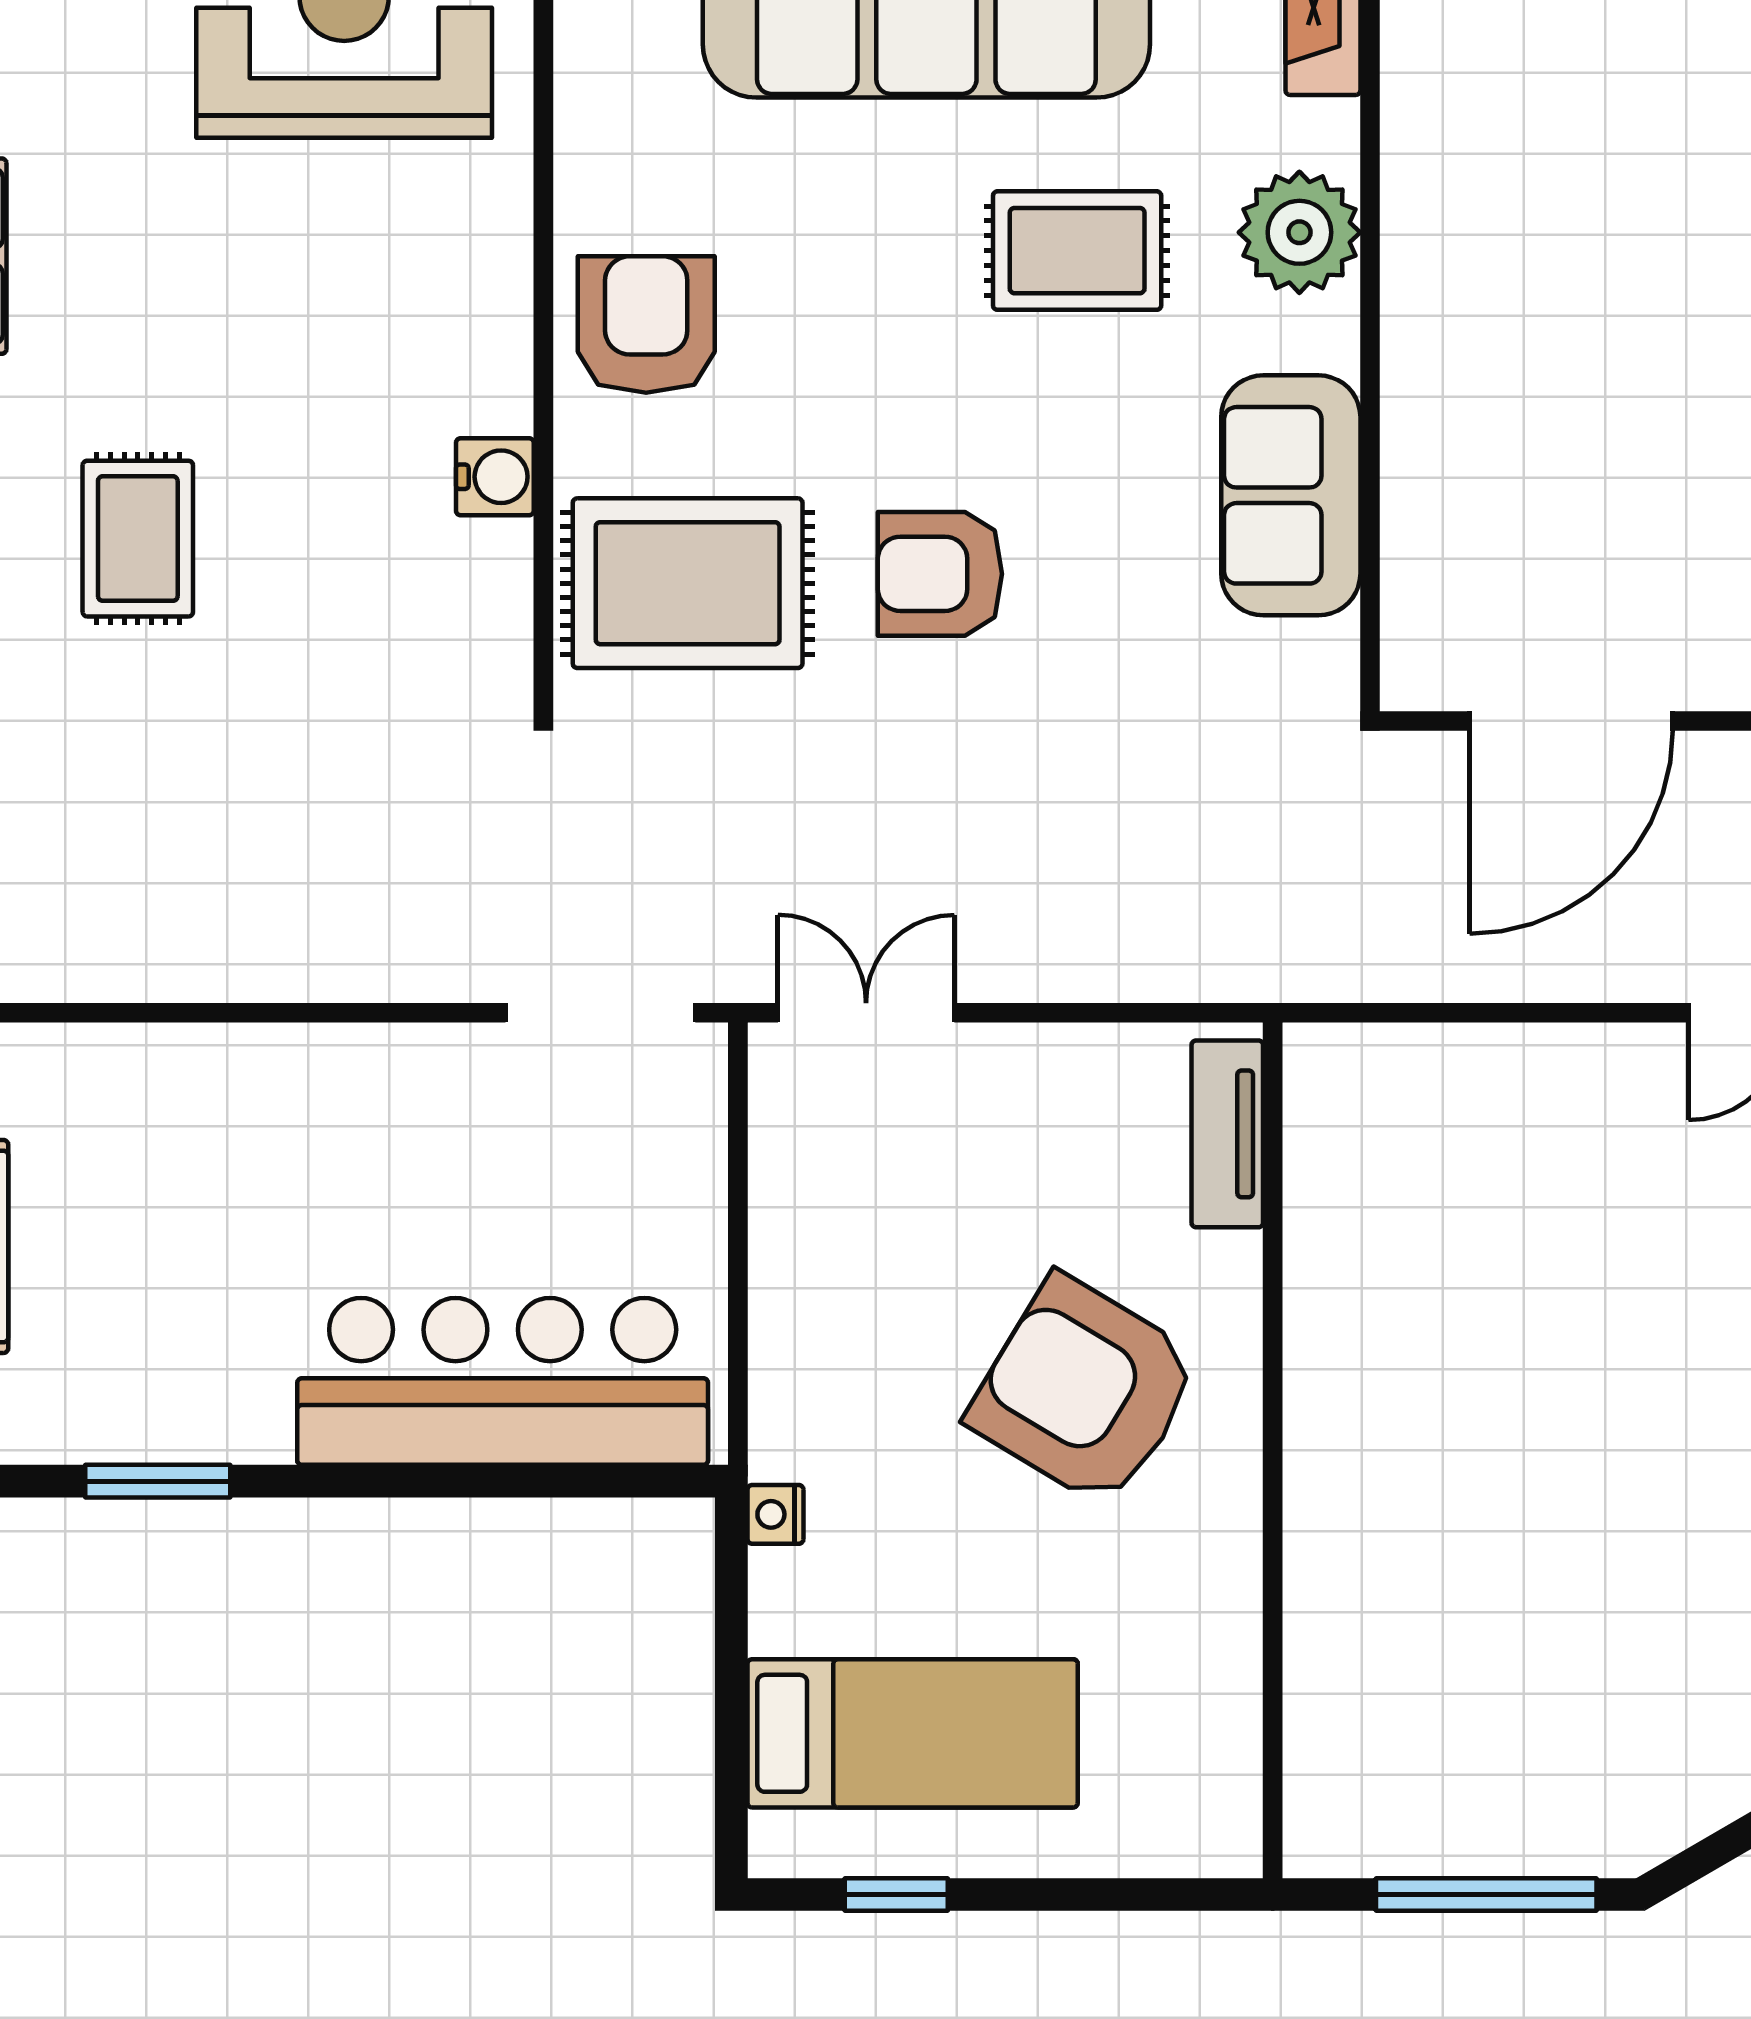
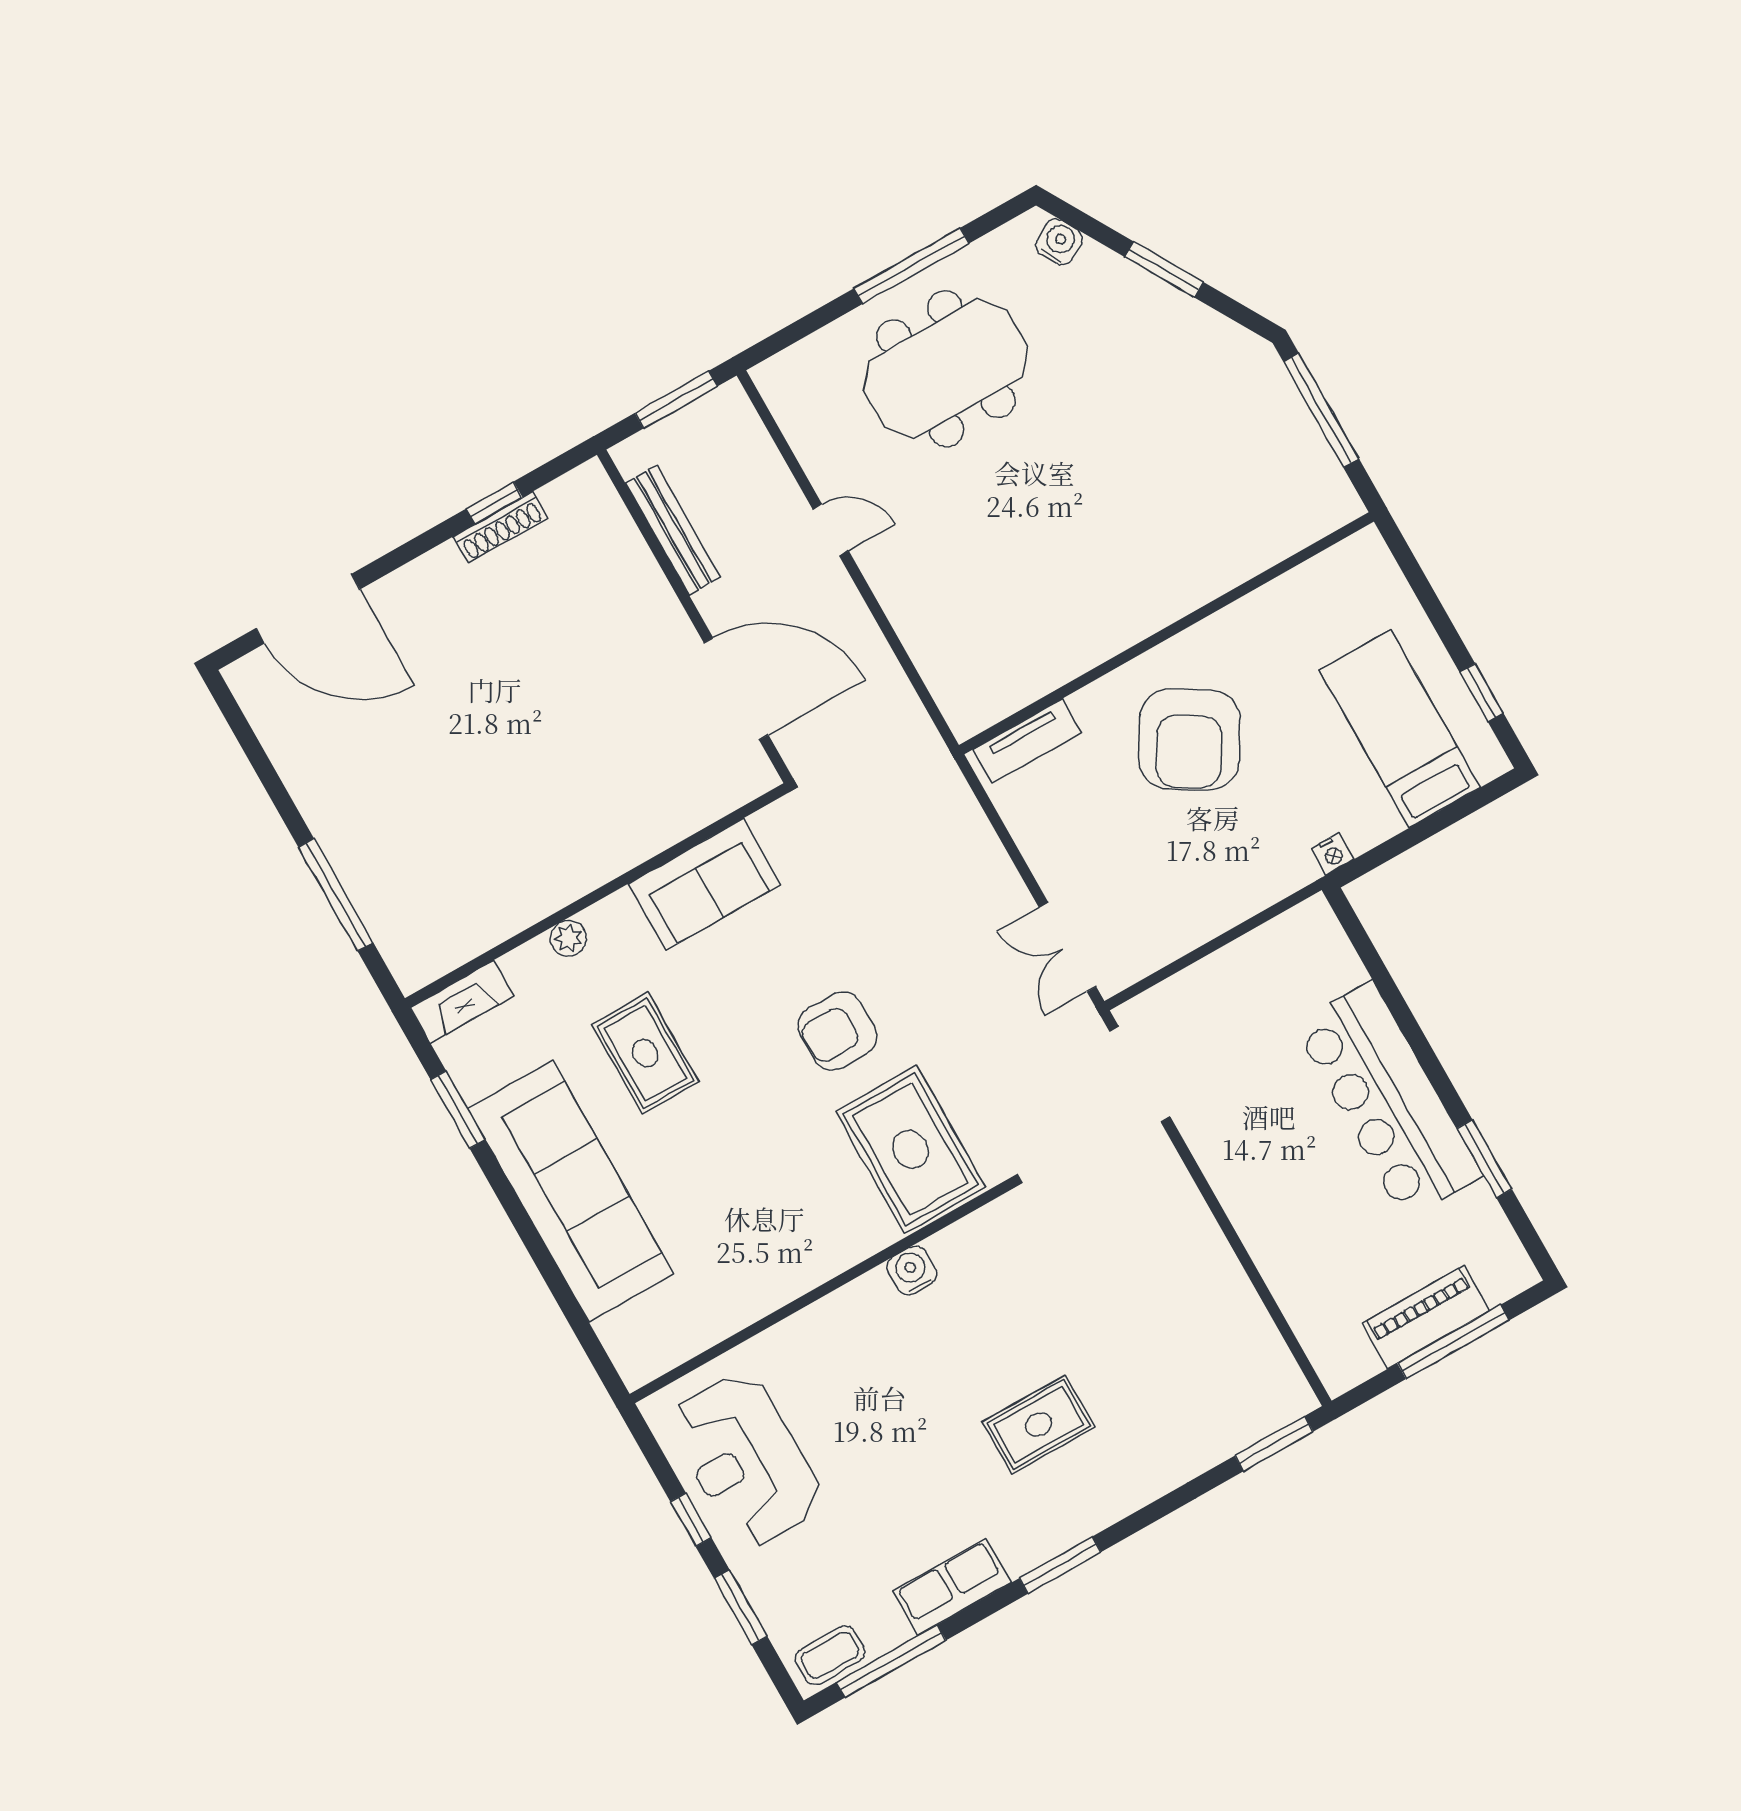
plant: (1299, 232) -> (568, 938), width x0.53, depth x0.53
armchair: (646, 325) -> (798, 1239), removed
armchair: (940, 574) -> (837, 1031), turned 90
bar counter: (503, 1381) -> (1388, 1100), moved

